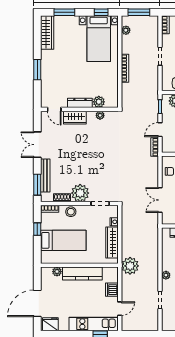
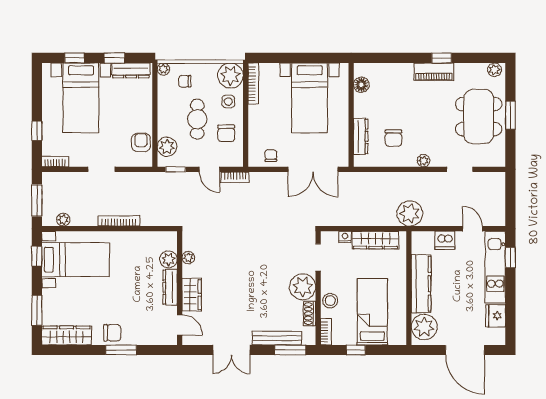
chair: (49, 64) -> (112, 333), added
door: (54, 109) -> (180, 325), hinge flipped
double door: (160, 200) -> (313, 169), width x1.37
plant: (57, 272) -> (424, 327), width x1.88, depth x1.88
fridge: (50, 324) -> (496, 316), moved

